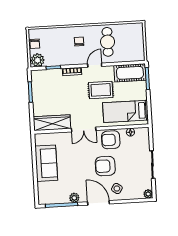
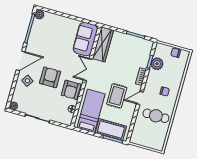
plant: (38, 60) -> (157, 64), moved
door: (95, 65) -> (140, 98), swing flipped
cot: (130, 73) -> (111, 130), moved, turned 90
armchair: (111, 140) -> (71, 90), turned 180
sofa: (46, 163) -> (85, 39), moved, turned 90
plant: (74, 198) -> (39, 15), moved

